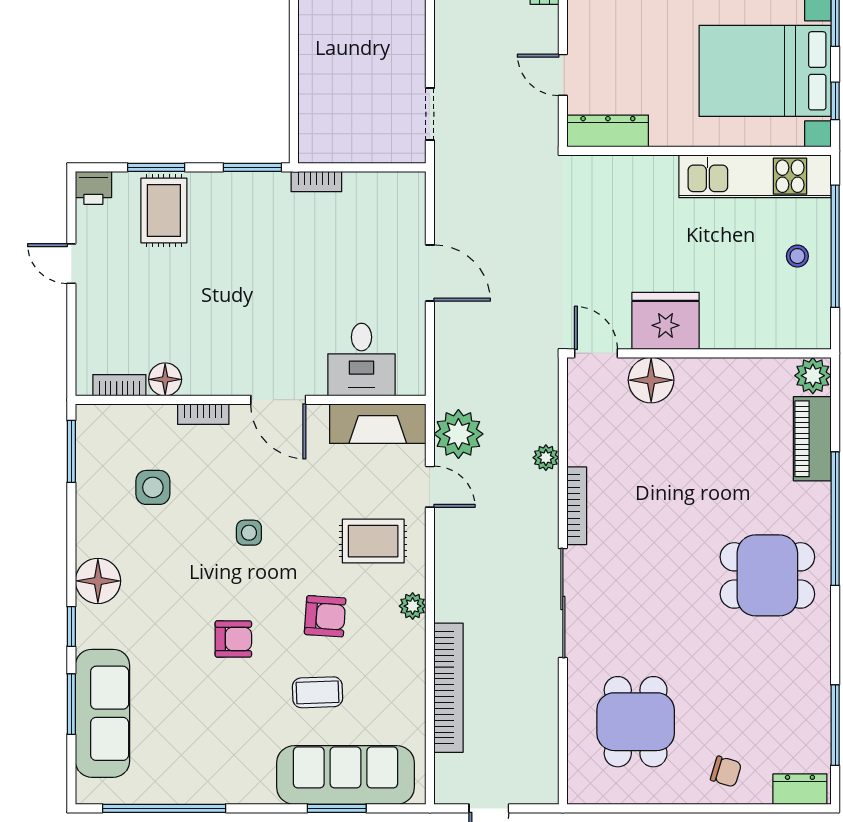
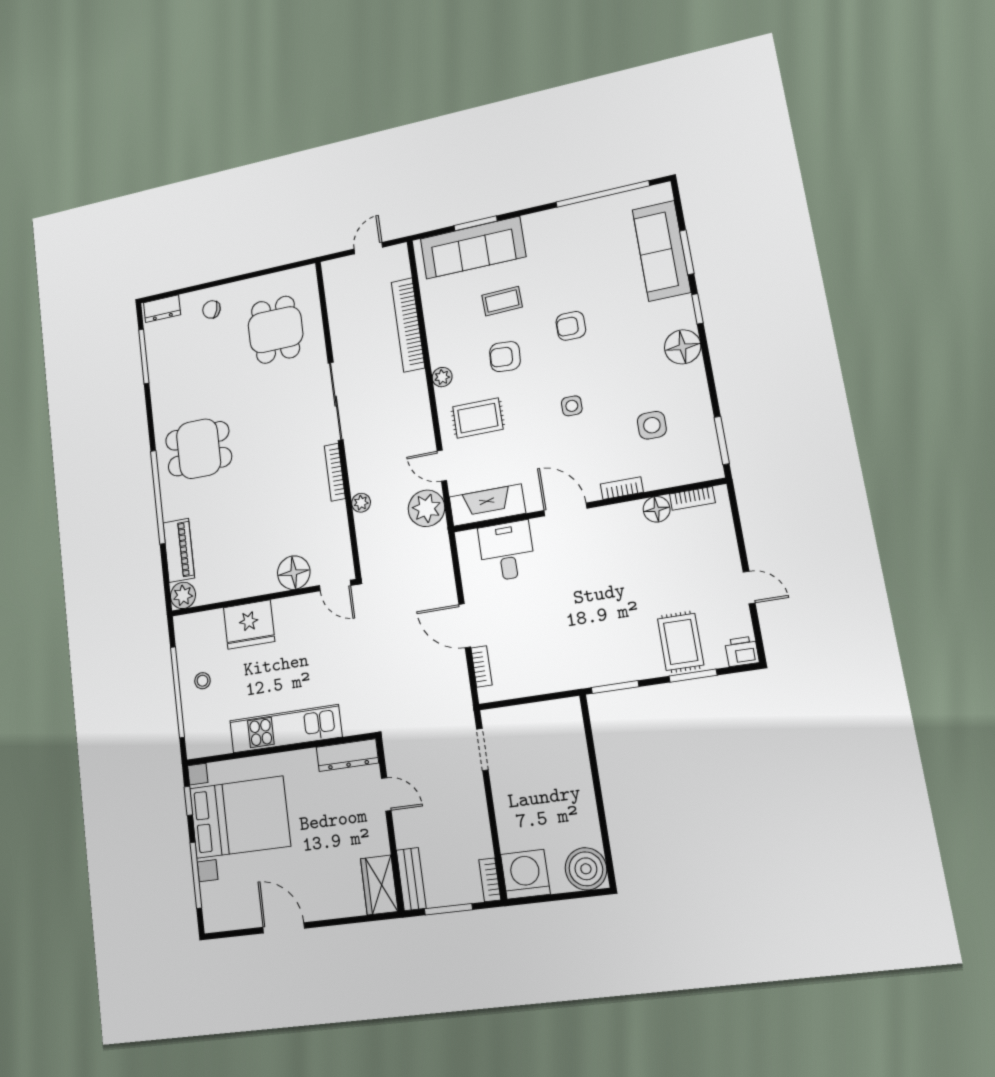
kitchen unit: (755, 176) -> (286, 729), moved
bookcase: (316, 182) -> (481, 666), moved, turned 90
fridge: (666, 321) -> (249, 625), moved

